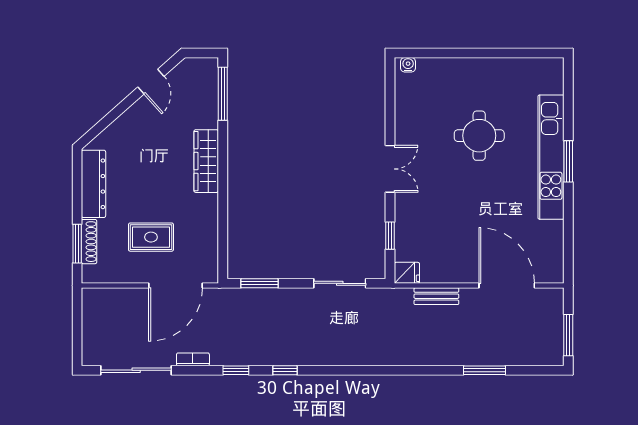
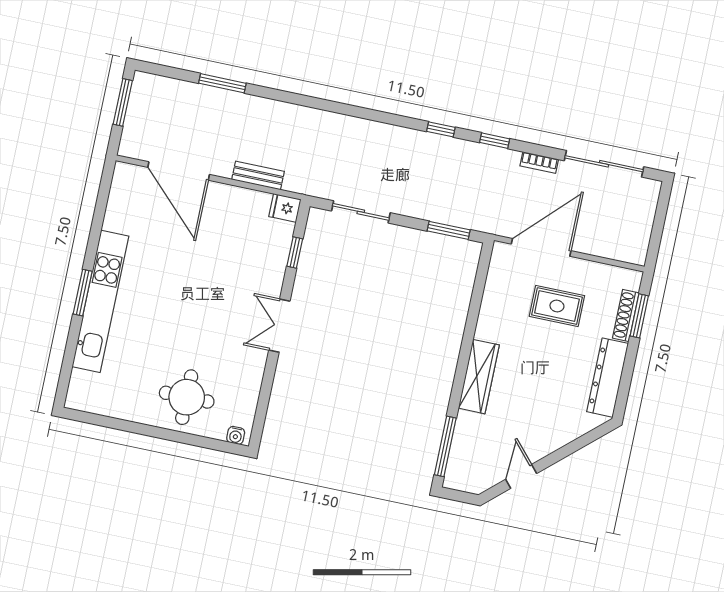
round table: (479, 136) -> (187, 397), moved

